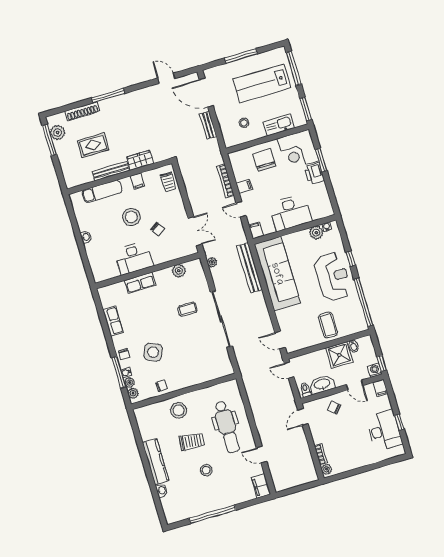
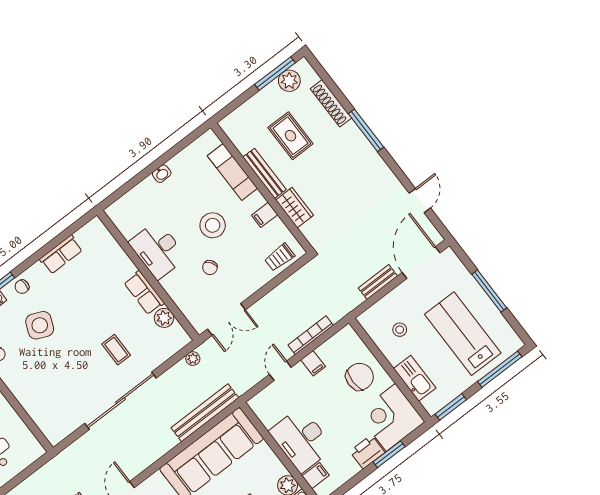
filing cabinet: (256, 230) -> (316, 476), moved
row of seats: (140, 283) -> (144, 293), moved

